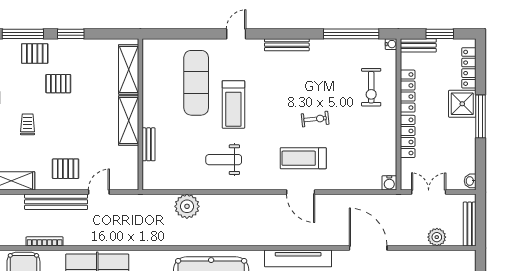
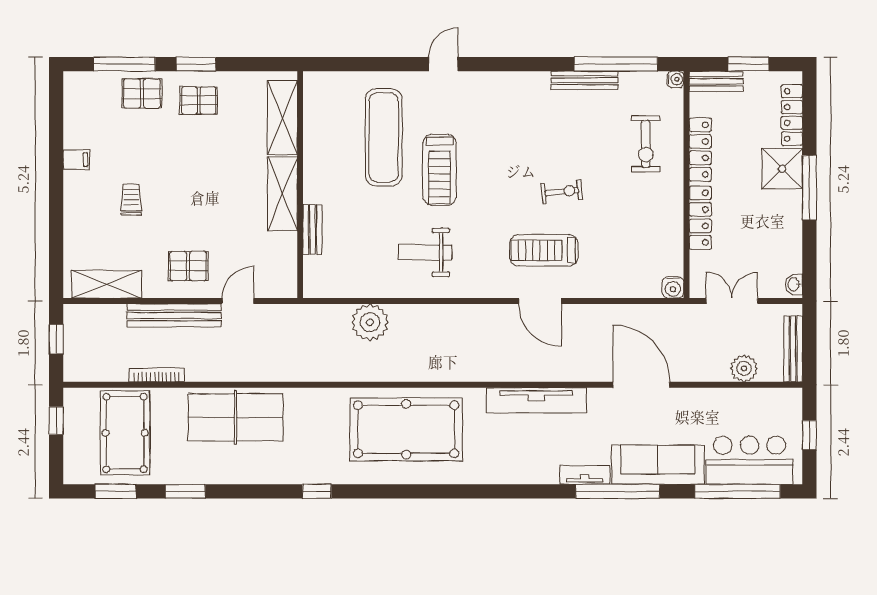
bench: (287, 45) -> (584, 80), moved
pallet: (58, 84) -> (199, 100), moved

